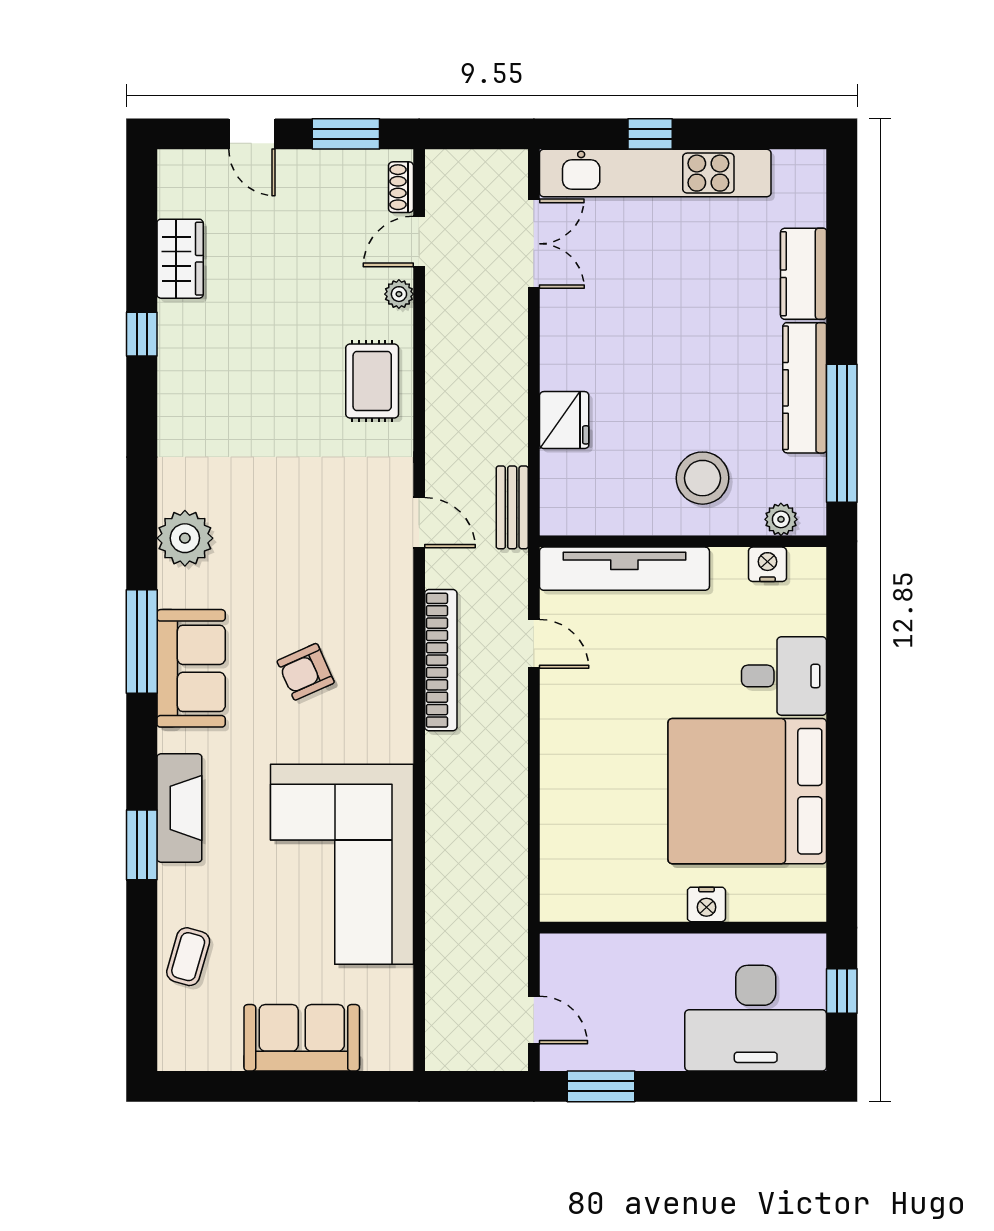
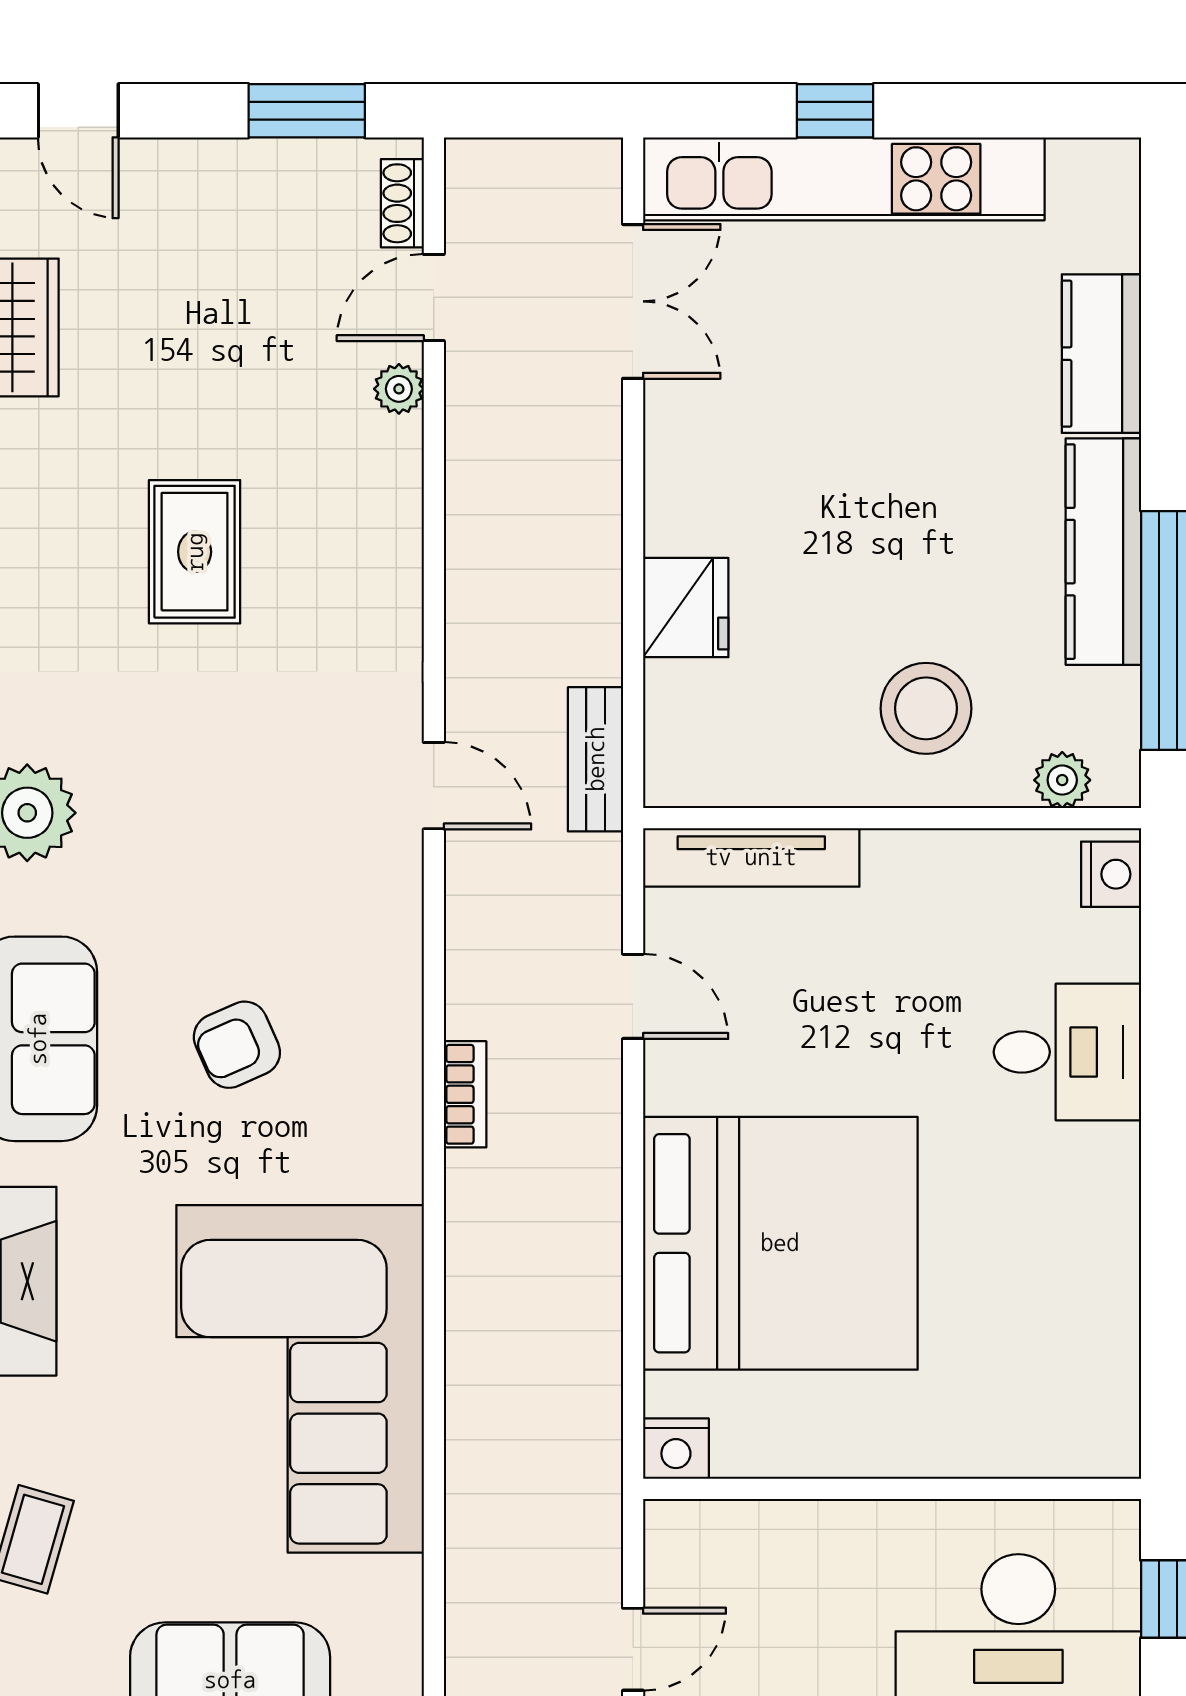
door: (252, 134) -> (78, 111), moved
rug: (372, 381) -> (195, 552), moved
nightstand: (767, 564) -> (1111, 874), moved, turned 90
tv unit: (624, 569) -> (751, 857), width x0.73, depth x0.78
bookcase: (441, 660) -> (465, 1094), width x0.43, depth x0.76
bed: (747, 791) -> (780, 1243), moved, turned 180
nightstand: (706, 904) -> (676, 1449), moved
door: (534, 1020) -> (633, 1649), hinge flipped

